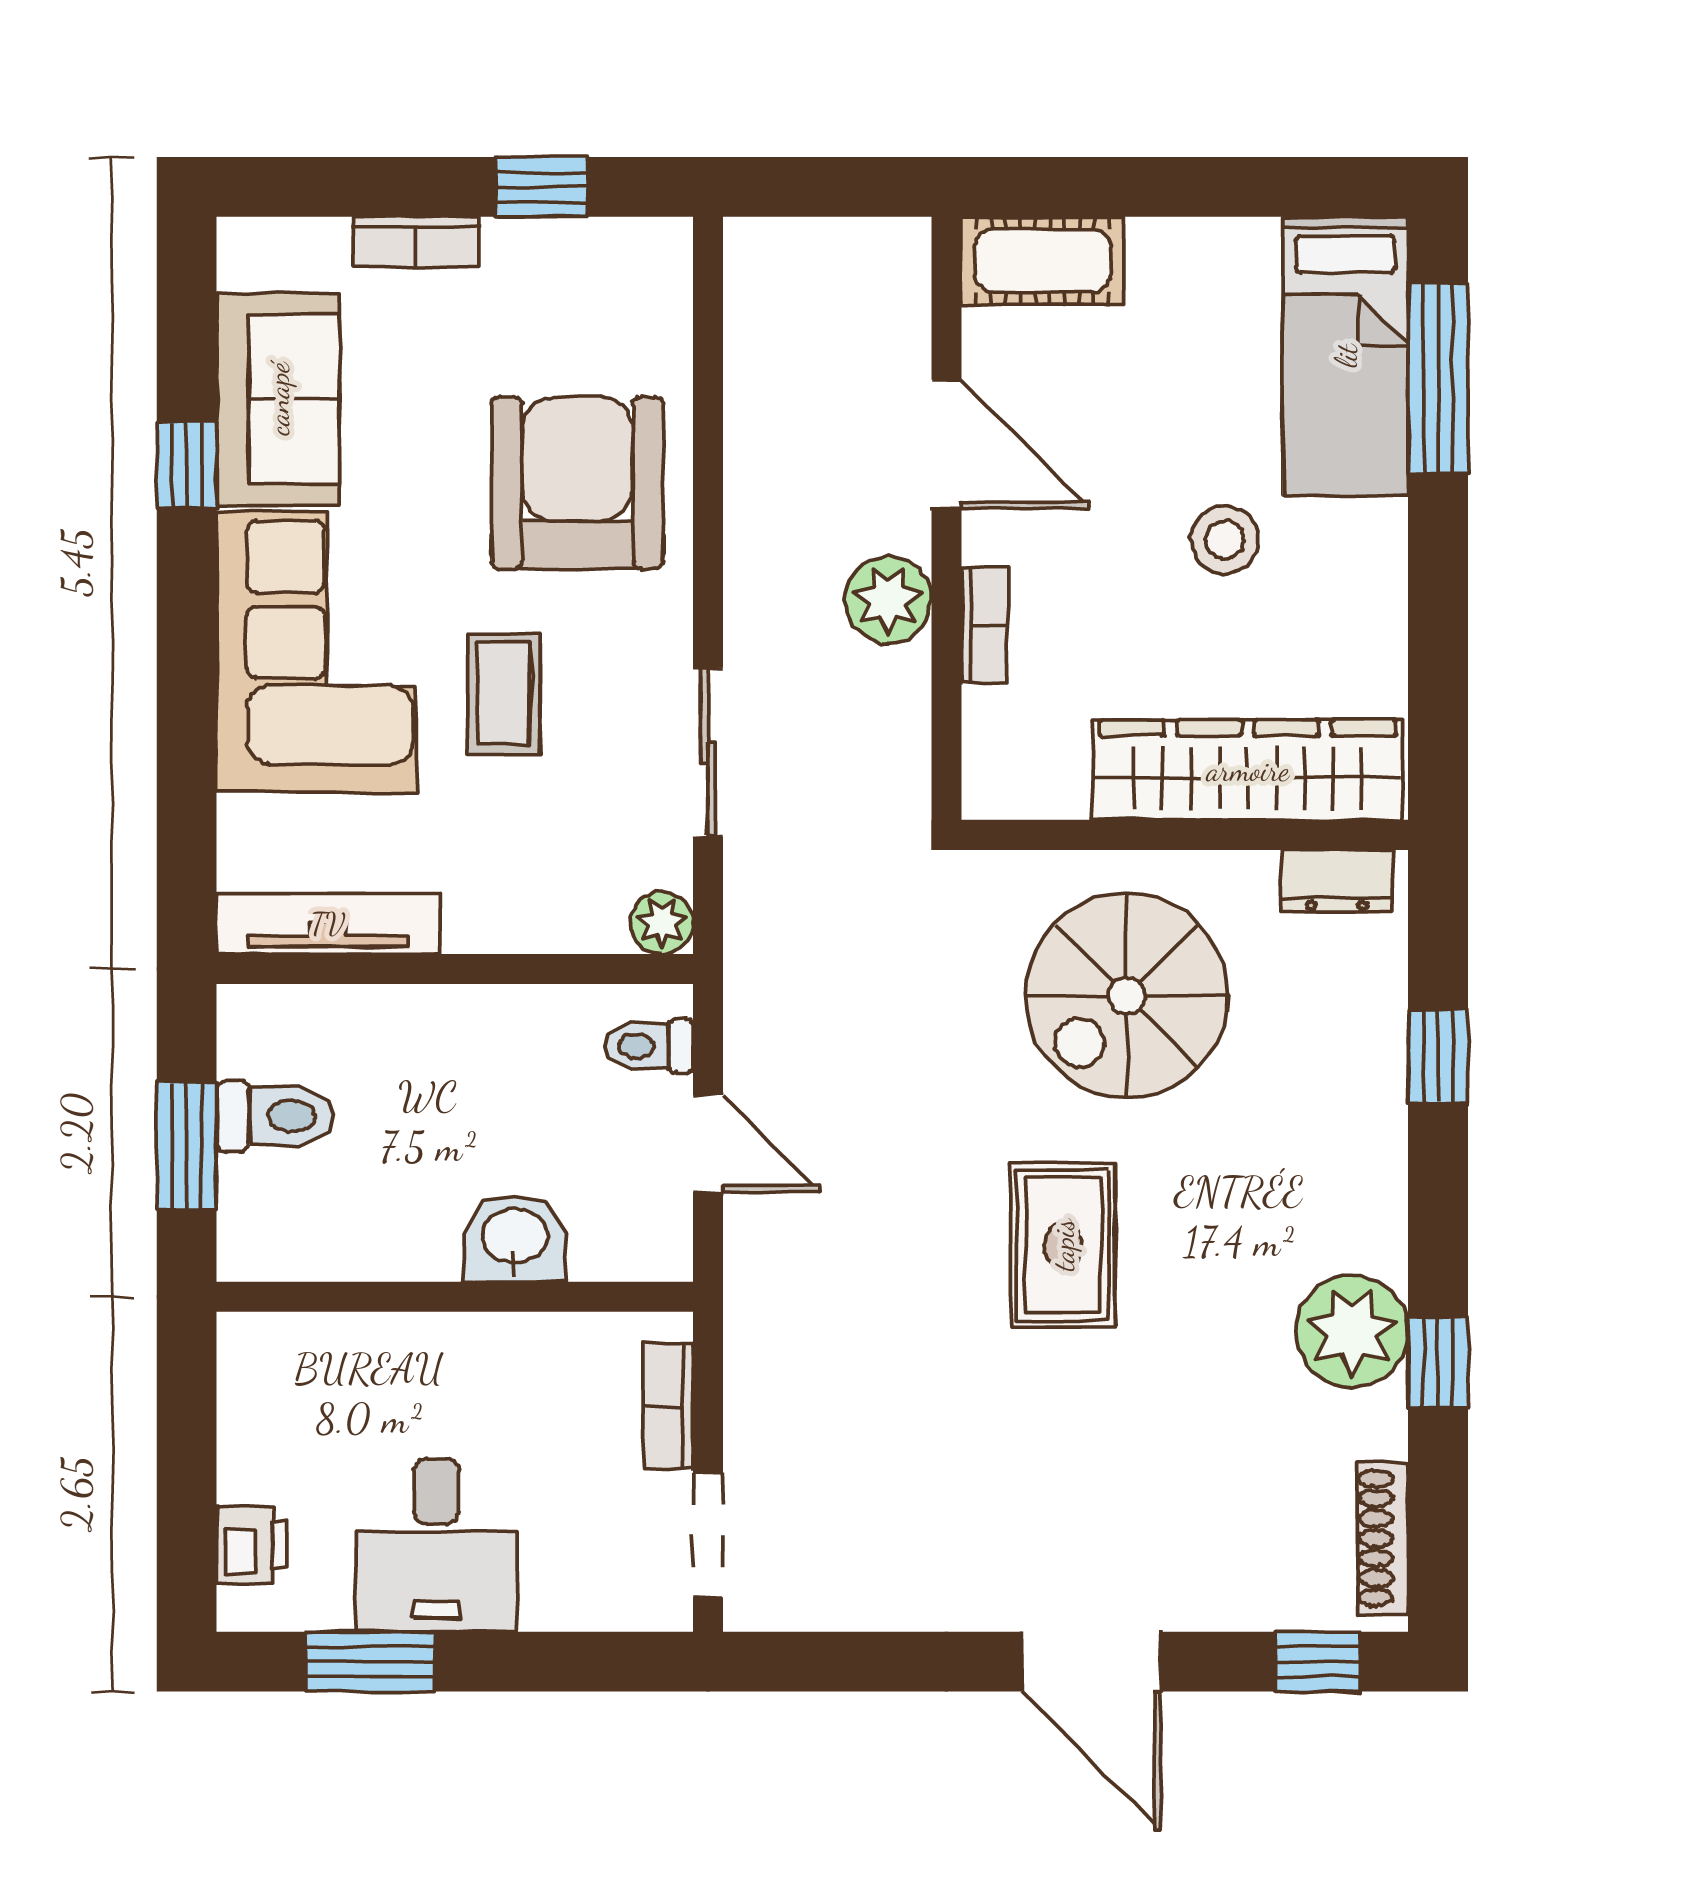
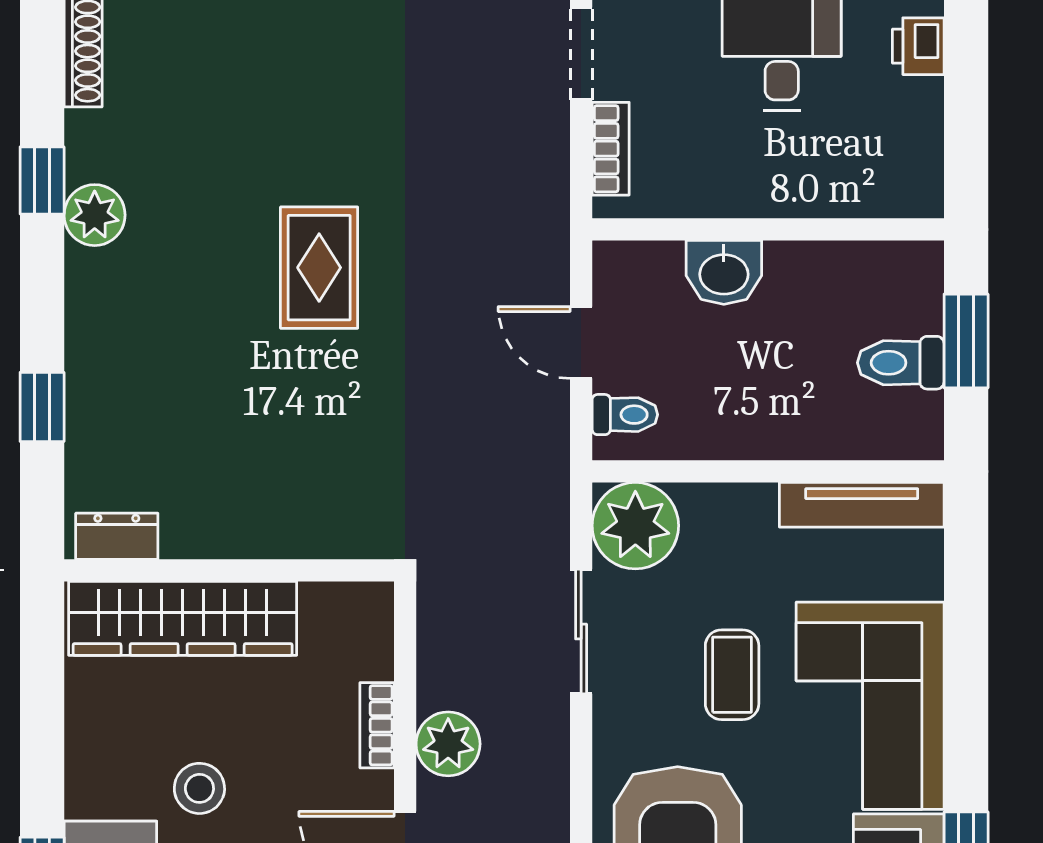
plant: (662, 923) -> (635, 526), width x1.88, depth x1.88
spiral stairs: (1126, 996) -> (272, 452), removed
plant: (1352, 1331) -> (95, 215), width x0.73, depth x0.73

